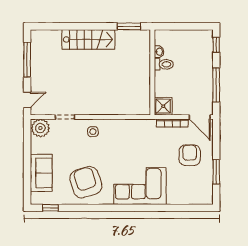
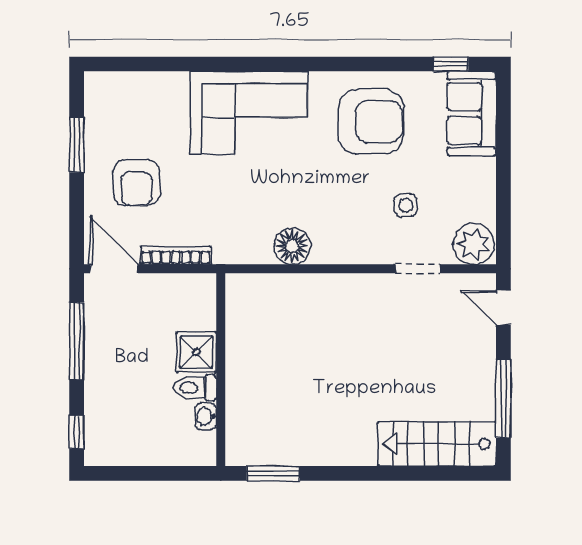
stairs: (88, 39) -> (437, 444), moved
door: (27, 100) -> (503, 308), hinge flipped
shower: (163, 106) -> (196, 352), moved
floor lamp: (121, 127) -> (292, 246), added
side table: (93, 132) -> (406, 205), moved
sofa: (41, 173) -> (472, 114), moved
armchair: (86, 182) -> (371, 122), turned -72

